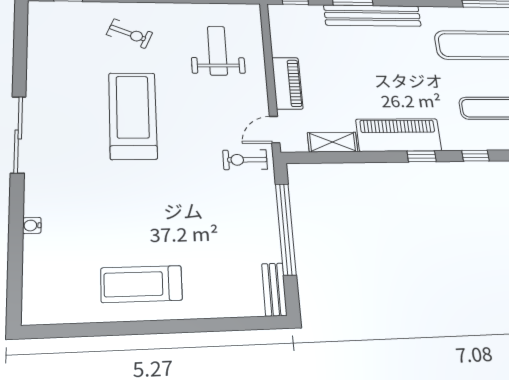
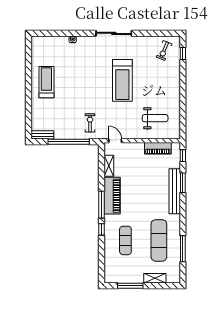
exercise bike: (130, 34) -> (164, 50), moved
piano: (287, 83) -> (158, 148), moved
treadmill: (133, 116) -> (122, 80), turned 90
window: (422, 156) -> (101, 205), width x2.17
exercise bike: (245, 160) -> (90, 123), moved

